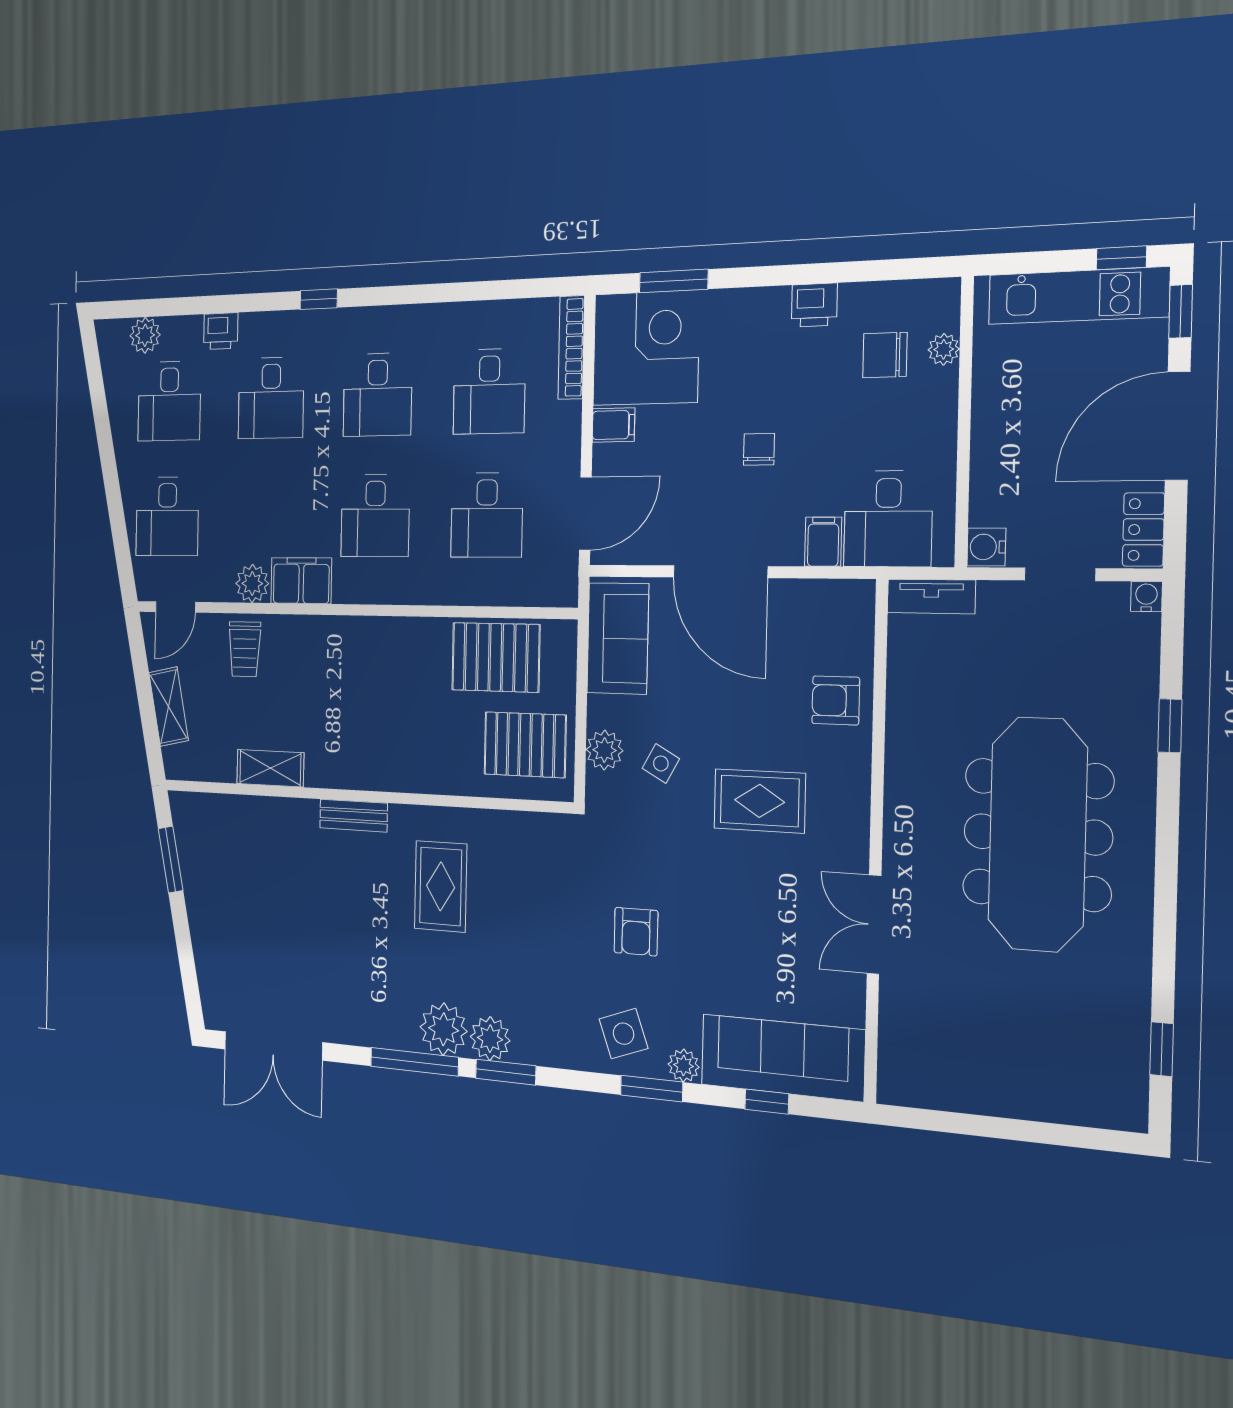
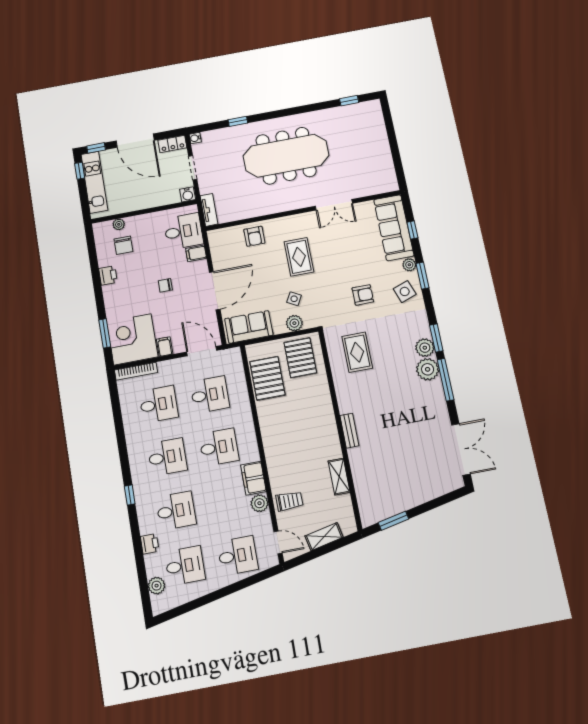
rug: (441, 886) -> (357, 352), moved, turned 90

